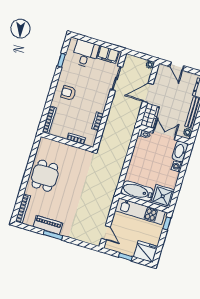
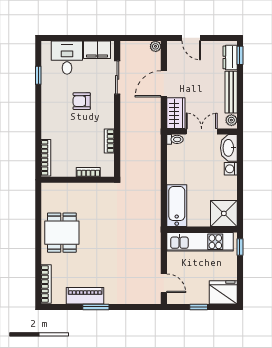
armchair: (68, 93) -> (82, 101), moved
bathtub: (137, 191) -> (177, 206), moved, turned 90

